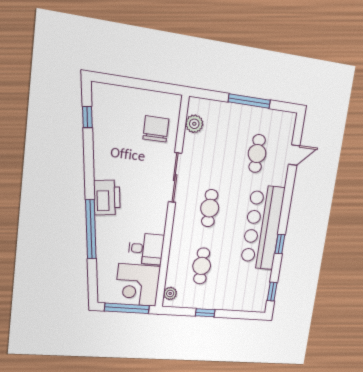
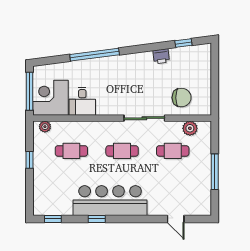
cafe table: (257, 154) -> (173, 151), moved
printer: (107, 198) -> (161, 56), moved, width x0.53, depth x0.68

